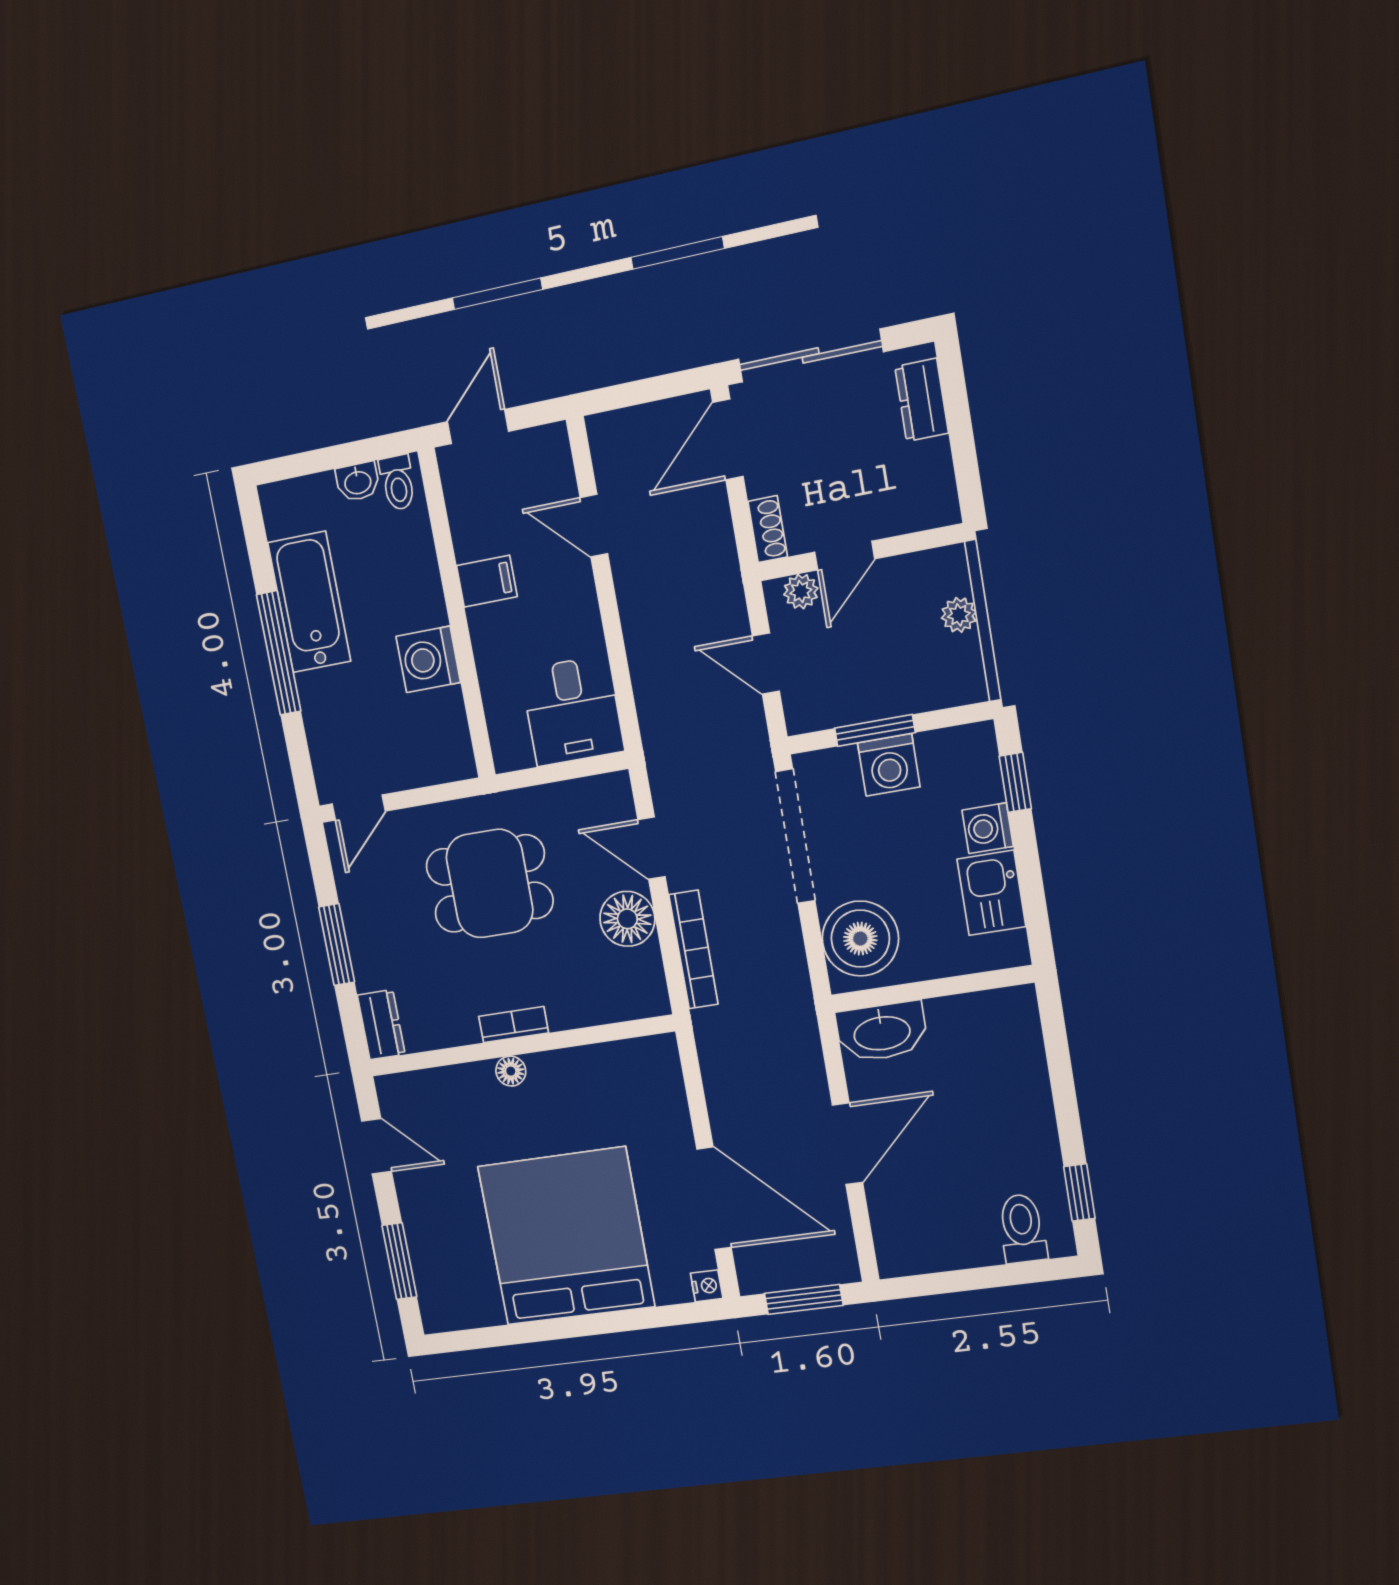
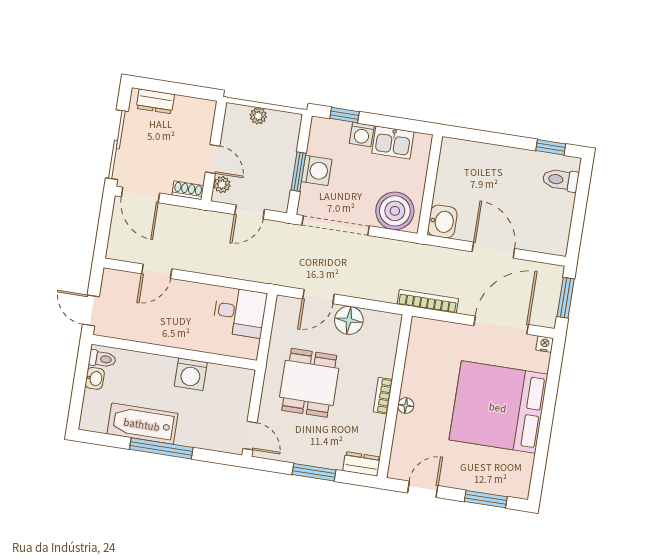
filing cabinet: (487, 581) -> (164, 332), removed
bookcase: (694, 949) -> (428, 301), moved
washbasin: (882, 1032) -> (442, 222), width x0.72

